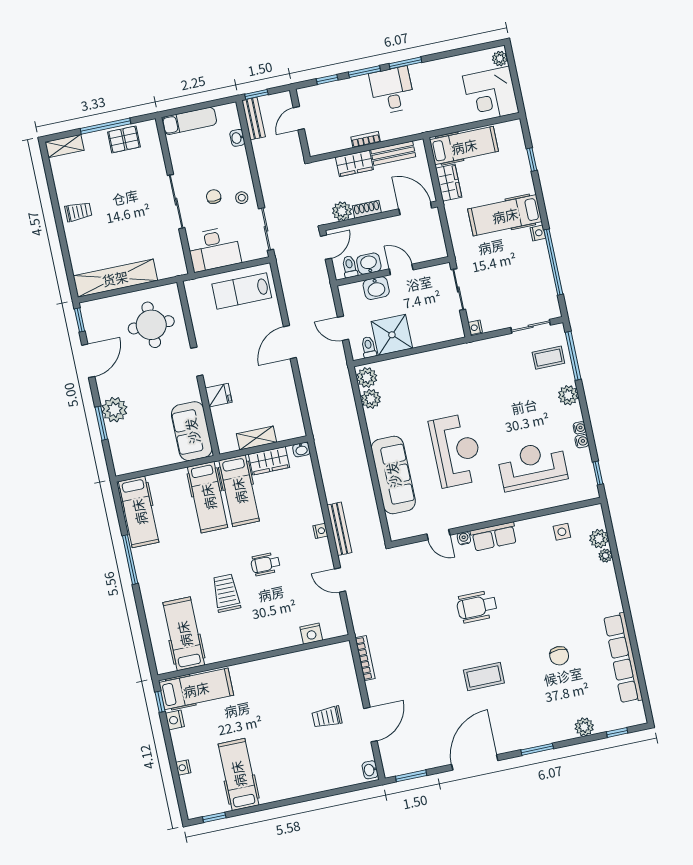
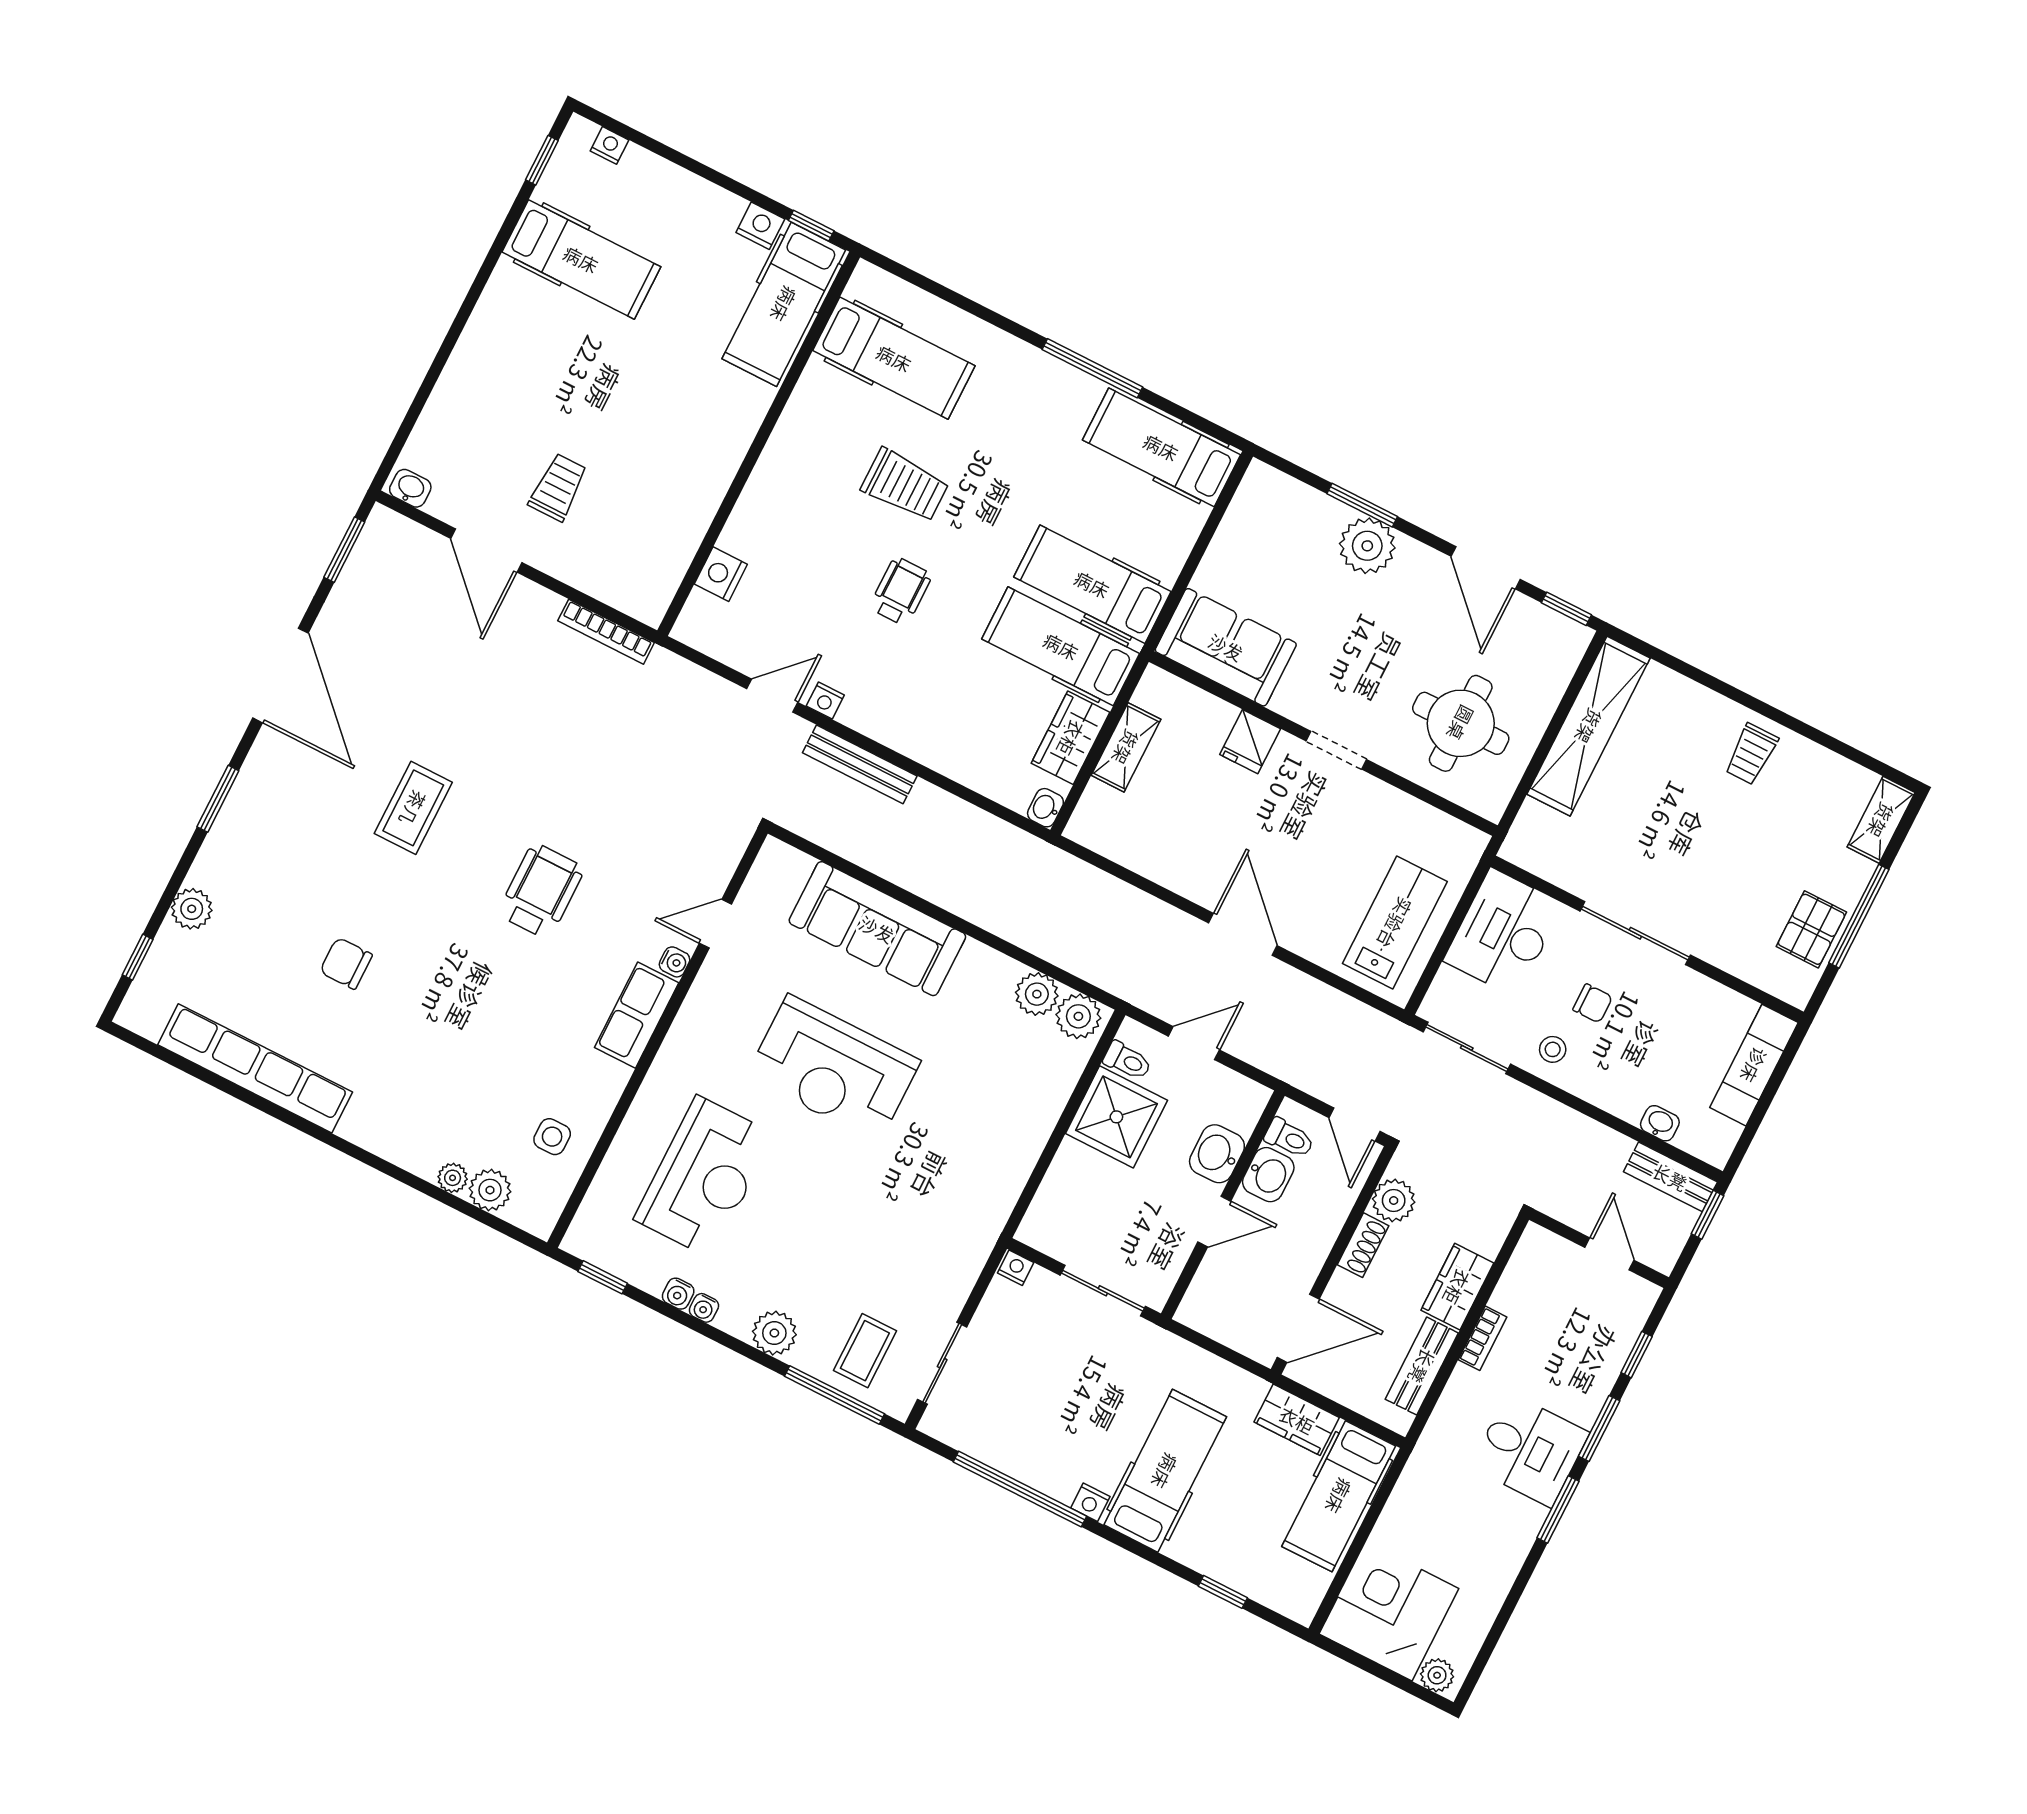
nightstand: (320, 531) -> (825, 701), moved
nightstand: (183, 768) -> (609, 145), moved

